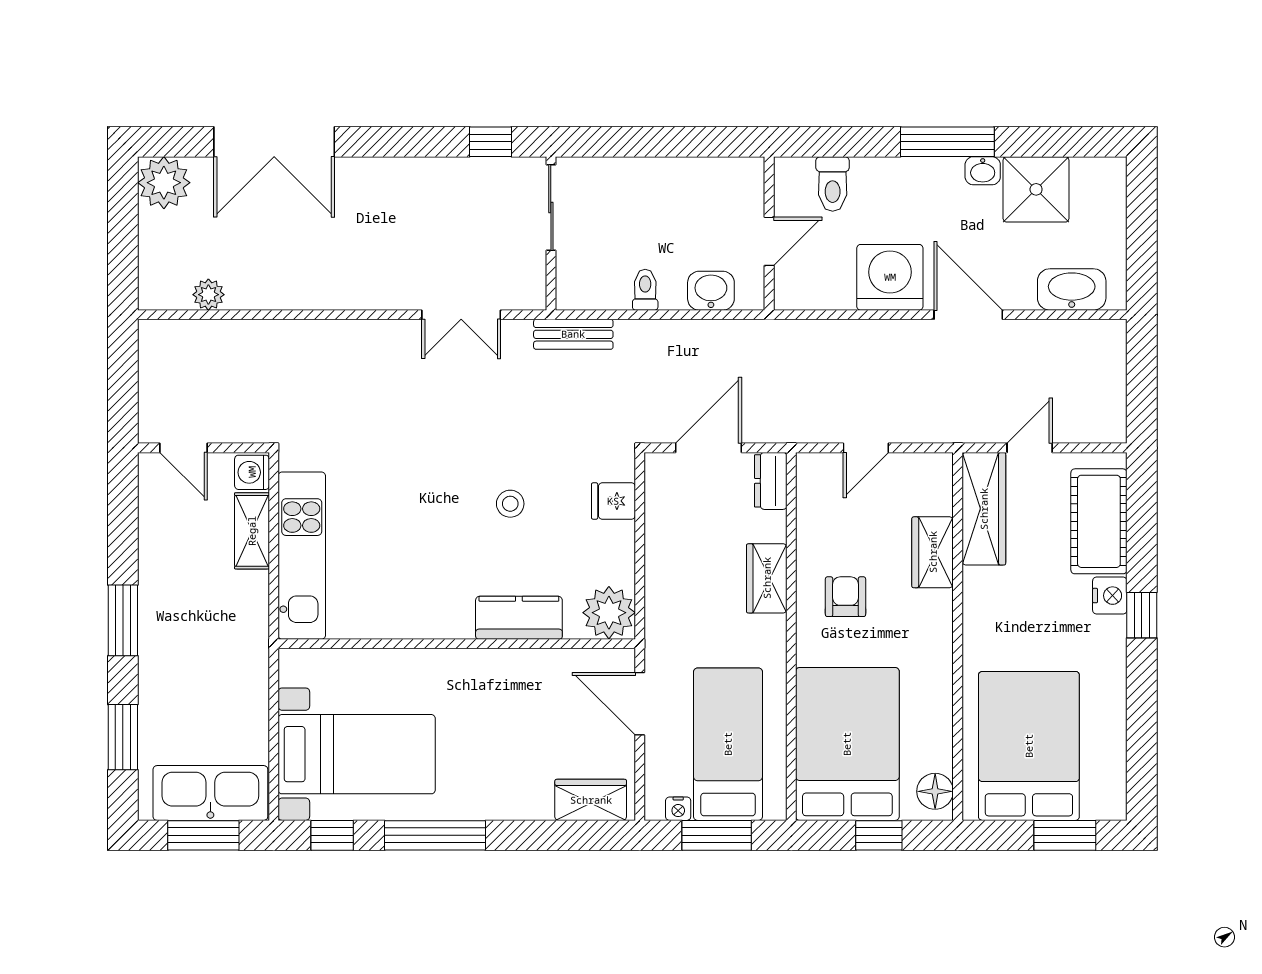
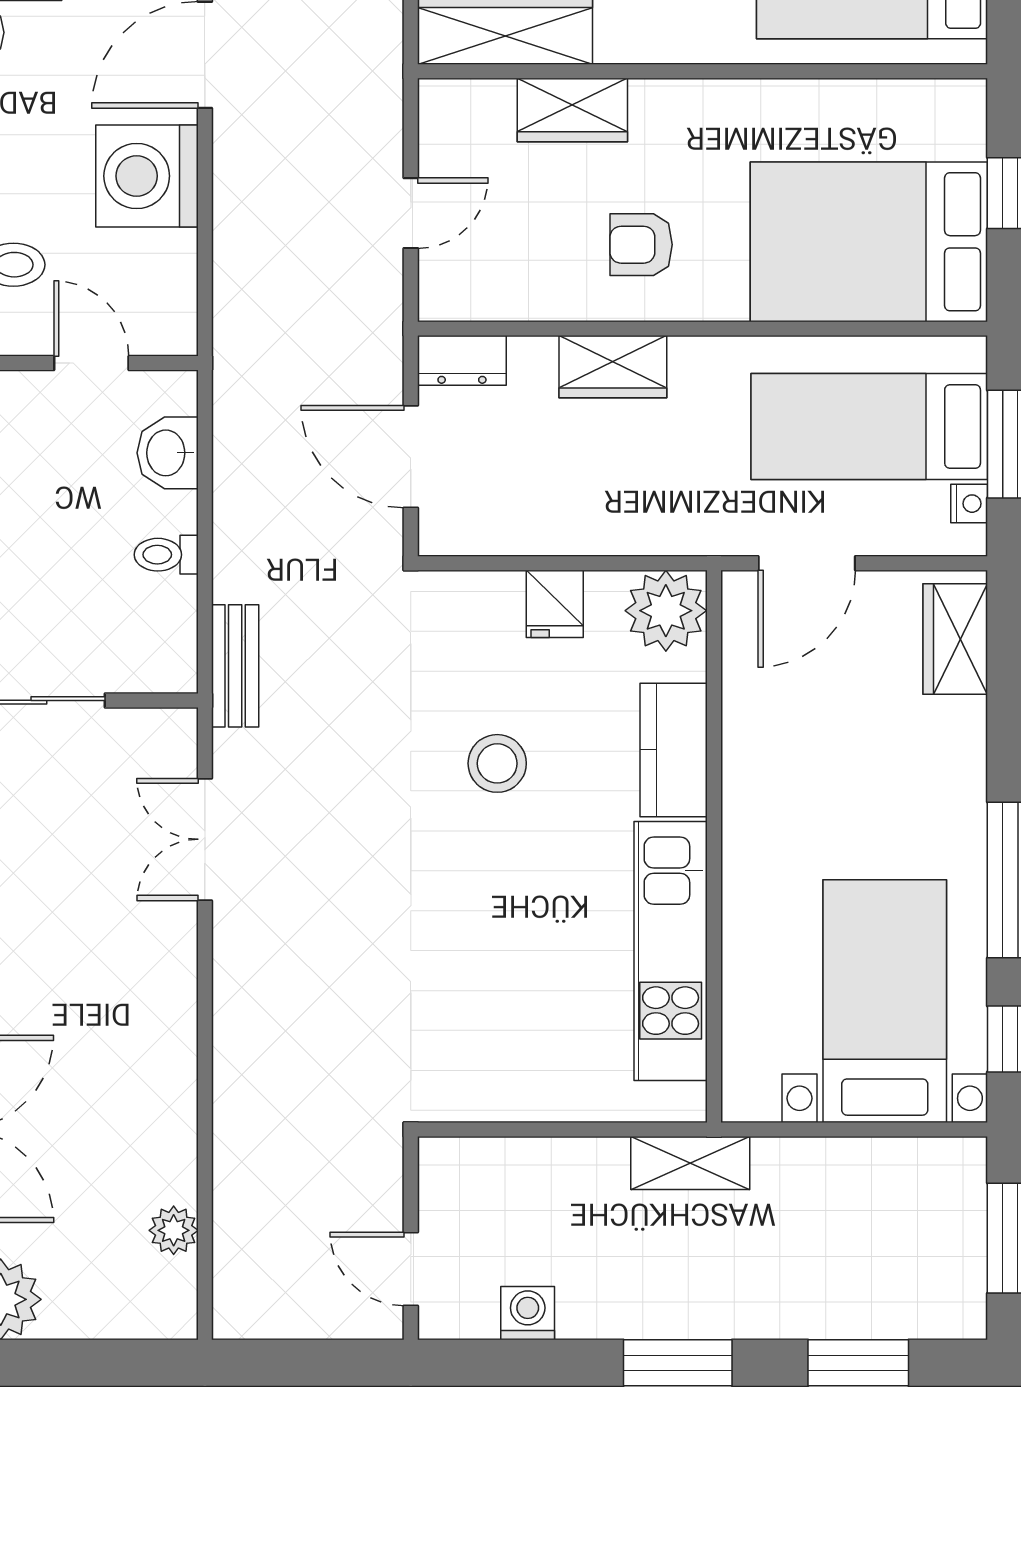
double door: (461, 315) -> (205, 839), swing flipped
door: (184, 448) -> (411, 1269), swing flipped
door: (866, 448) -> (411, 213), hinge flipped
washing machine: (252, 472) -> (528, 1313), moved, turned 180
fridge: (613, 501) -> (555, 604), moved
stool: (510, 504) -> (497, 763), width x1.37, depth x1.37
shelving: (252, 531) -> (690, 1163), moved
kitchen unit: (302, 556) -> (671, 951), moved, turned -90
floor lamp: (935, 791) -> (942, 106), removed
kitchen sink: (210, 793) -> (945, 1227), removed

